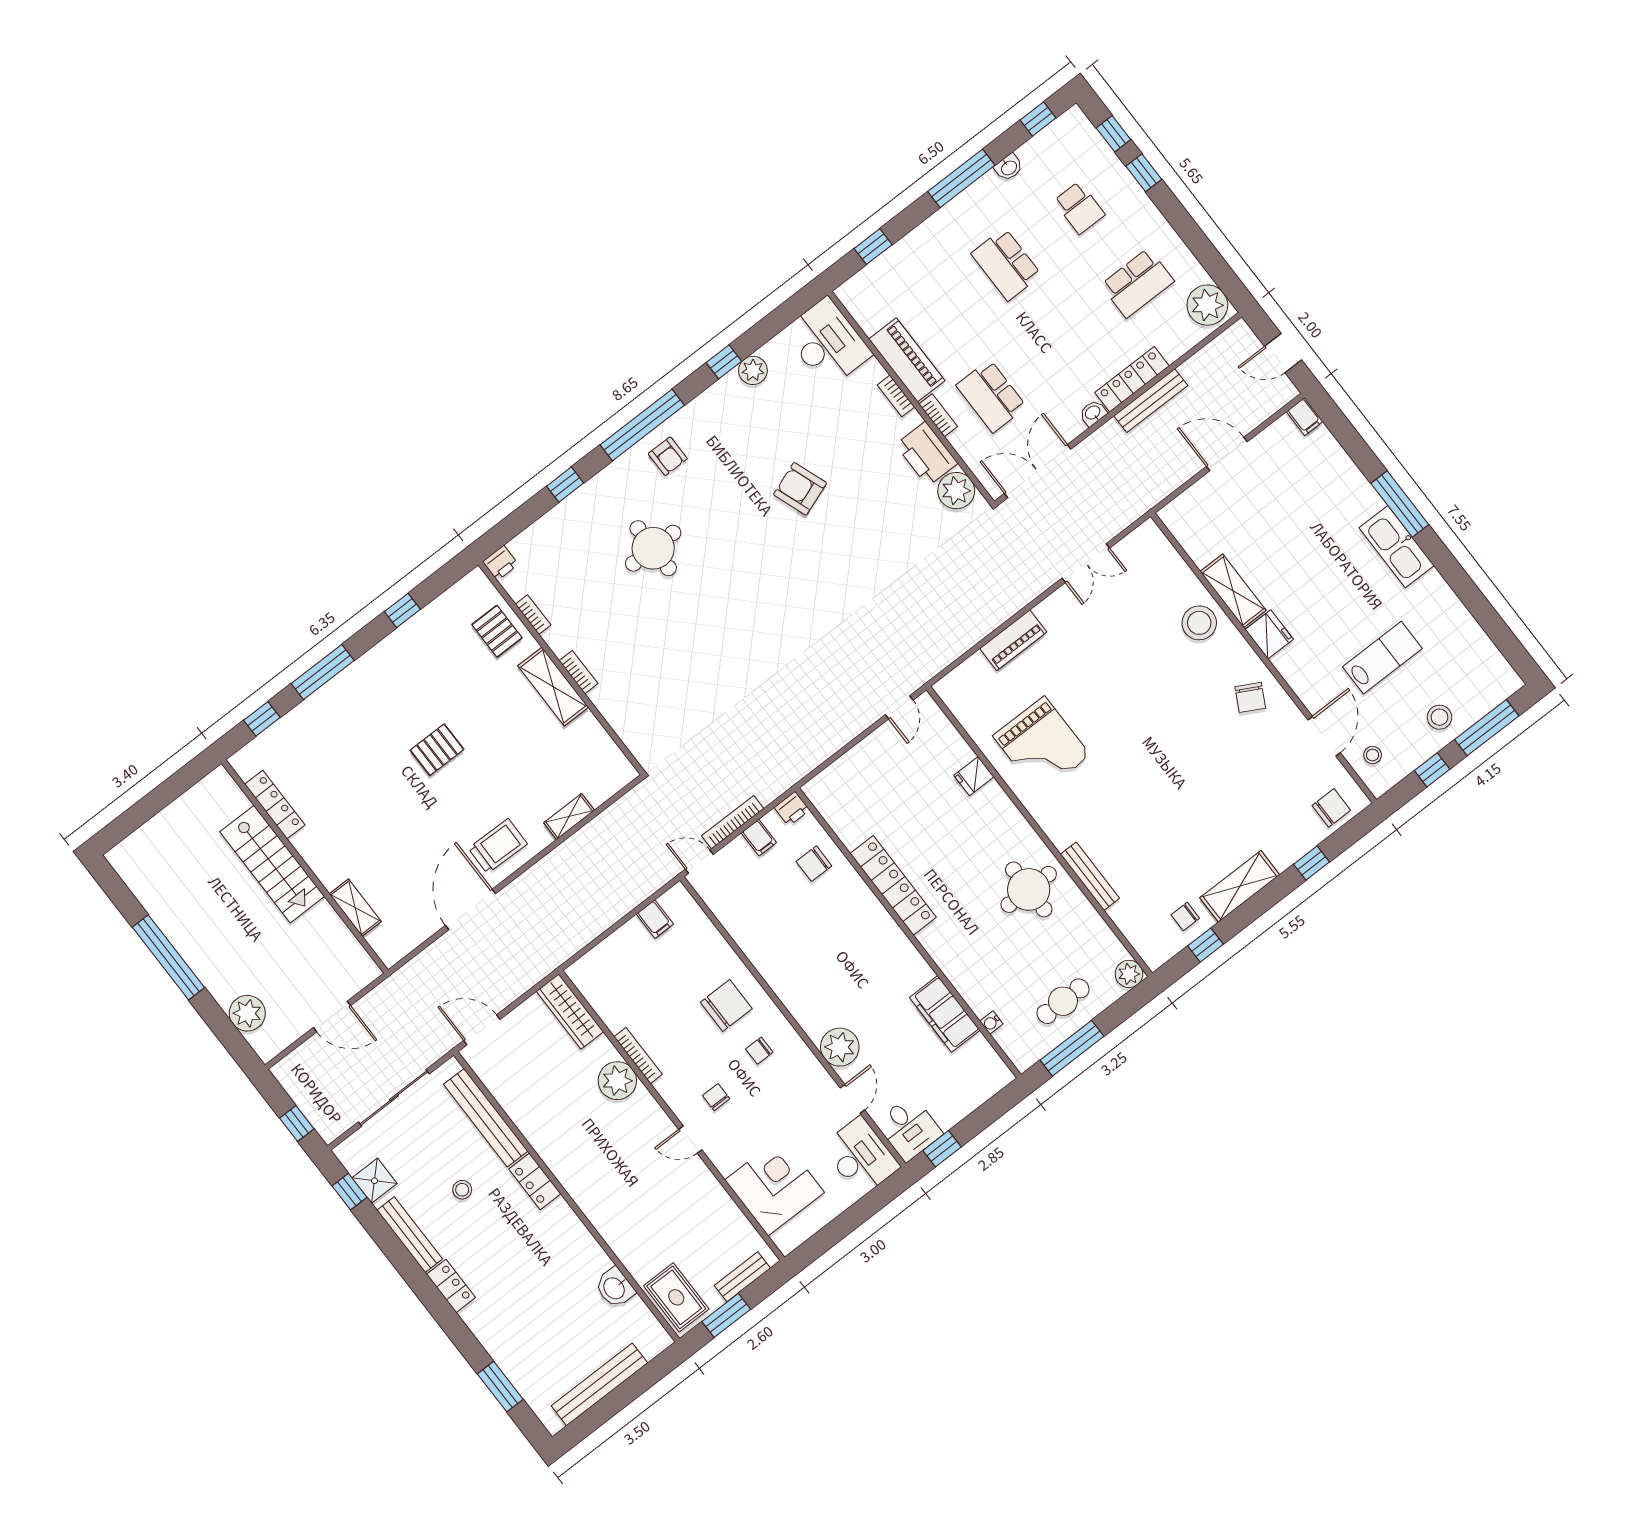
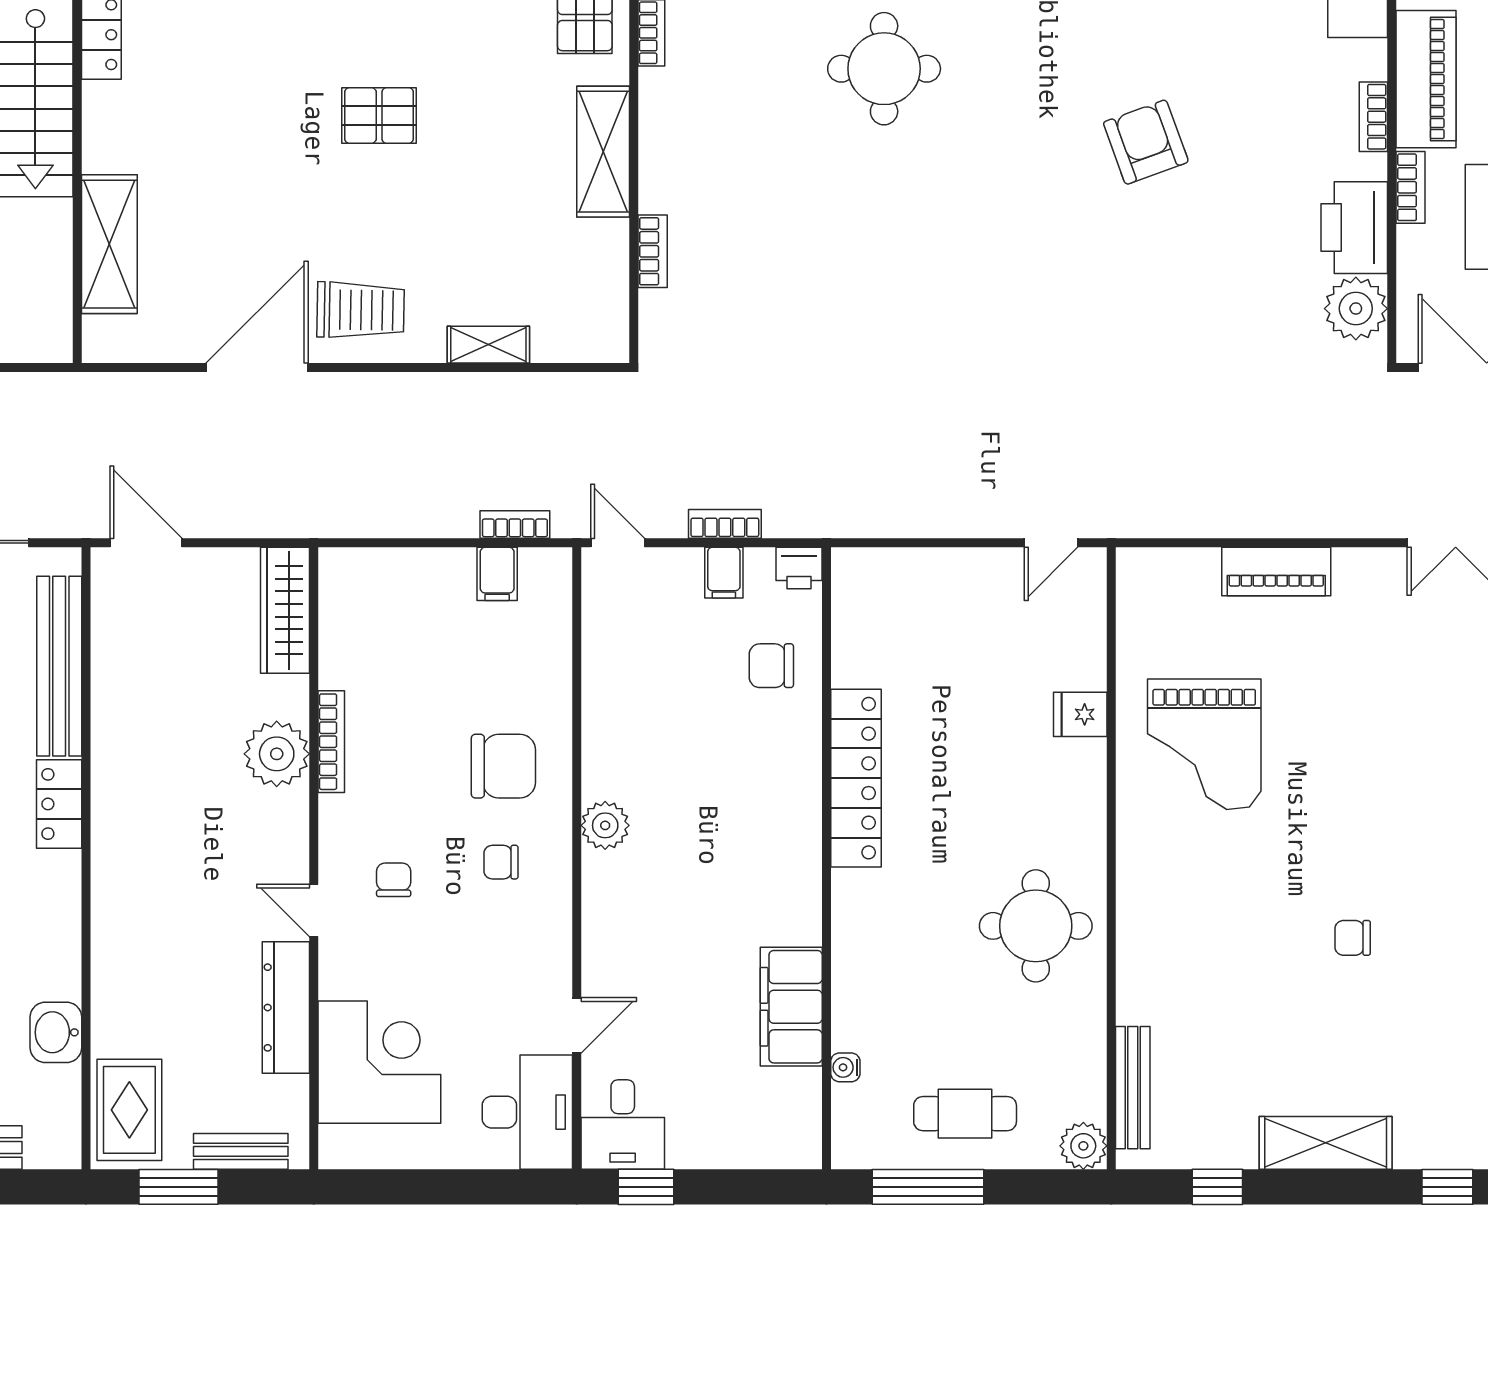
bookcase: (578, 672) -> (653, 251), moved
bookcase: (733, 822) -> (725, 524), width x0.64
bench: (1090, 876) -> (1133, 1088), moved
bookcase: (645, 890) -> (515, 525), added
shelving: (355, 908) -> (109, 244), width x1.50, depth x1.33
chair: (1185, 916) -> (1353, 938), moved
plant: (840, 1047) -> (605, 825), moved, width x0.73, depth x0.73
dresser: (712, 1194) -> (286, 1008), added

